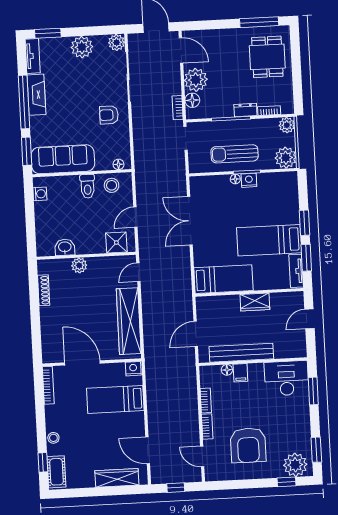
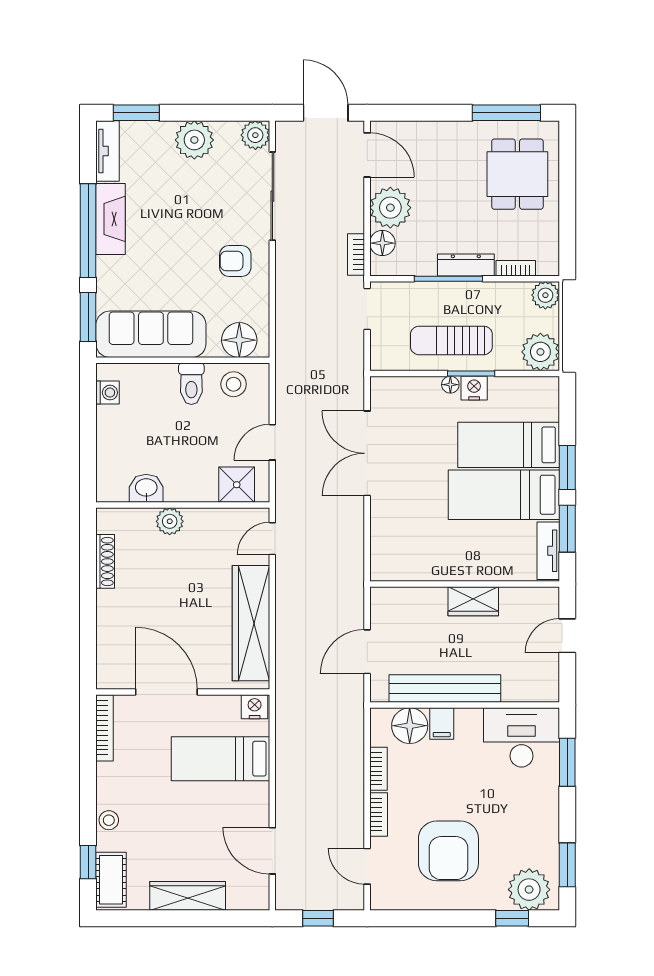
dresser: (245, 110) -> (466, 265), width x1.44
floor lamp: (118, 164) -> (239, 340), width x1.89, depth x1.89
bed: (223, 279) -> (509, 445), moved, turned 180
floor lamp: (227, 370) -> (410, 726), width x1.89, depth x1.89
wardrobe: (117, 478) -> (188, 896), moved

